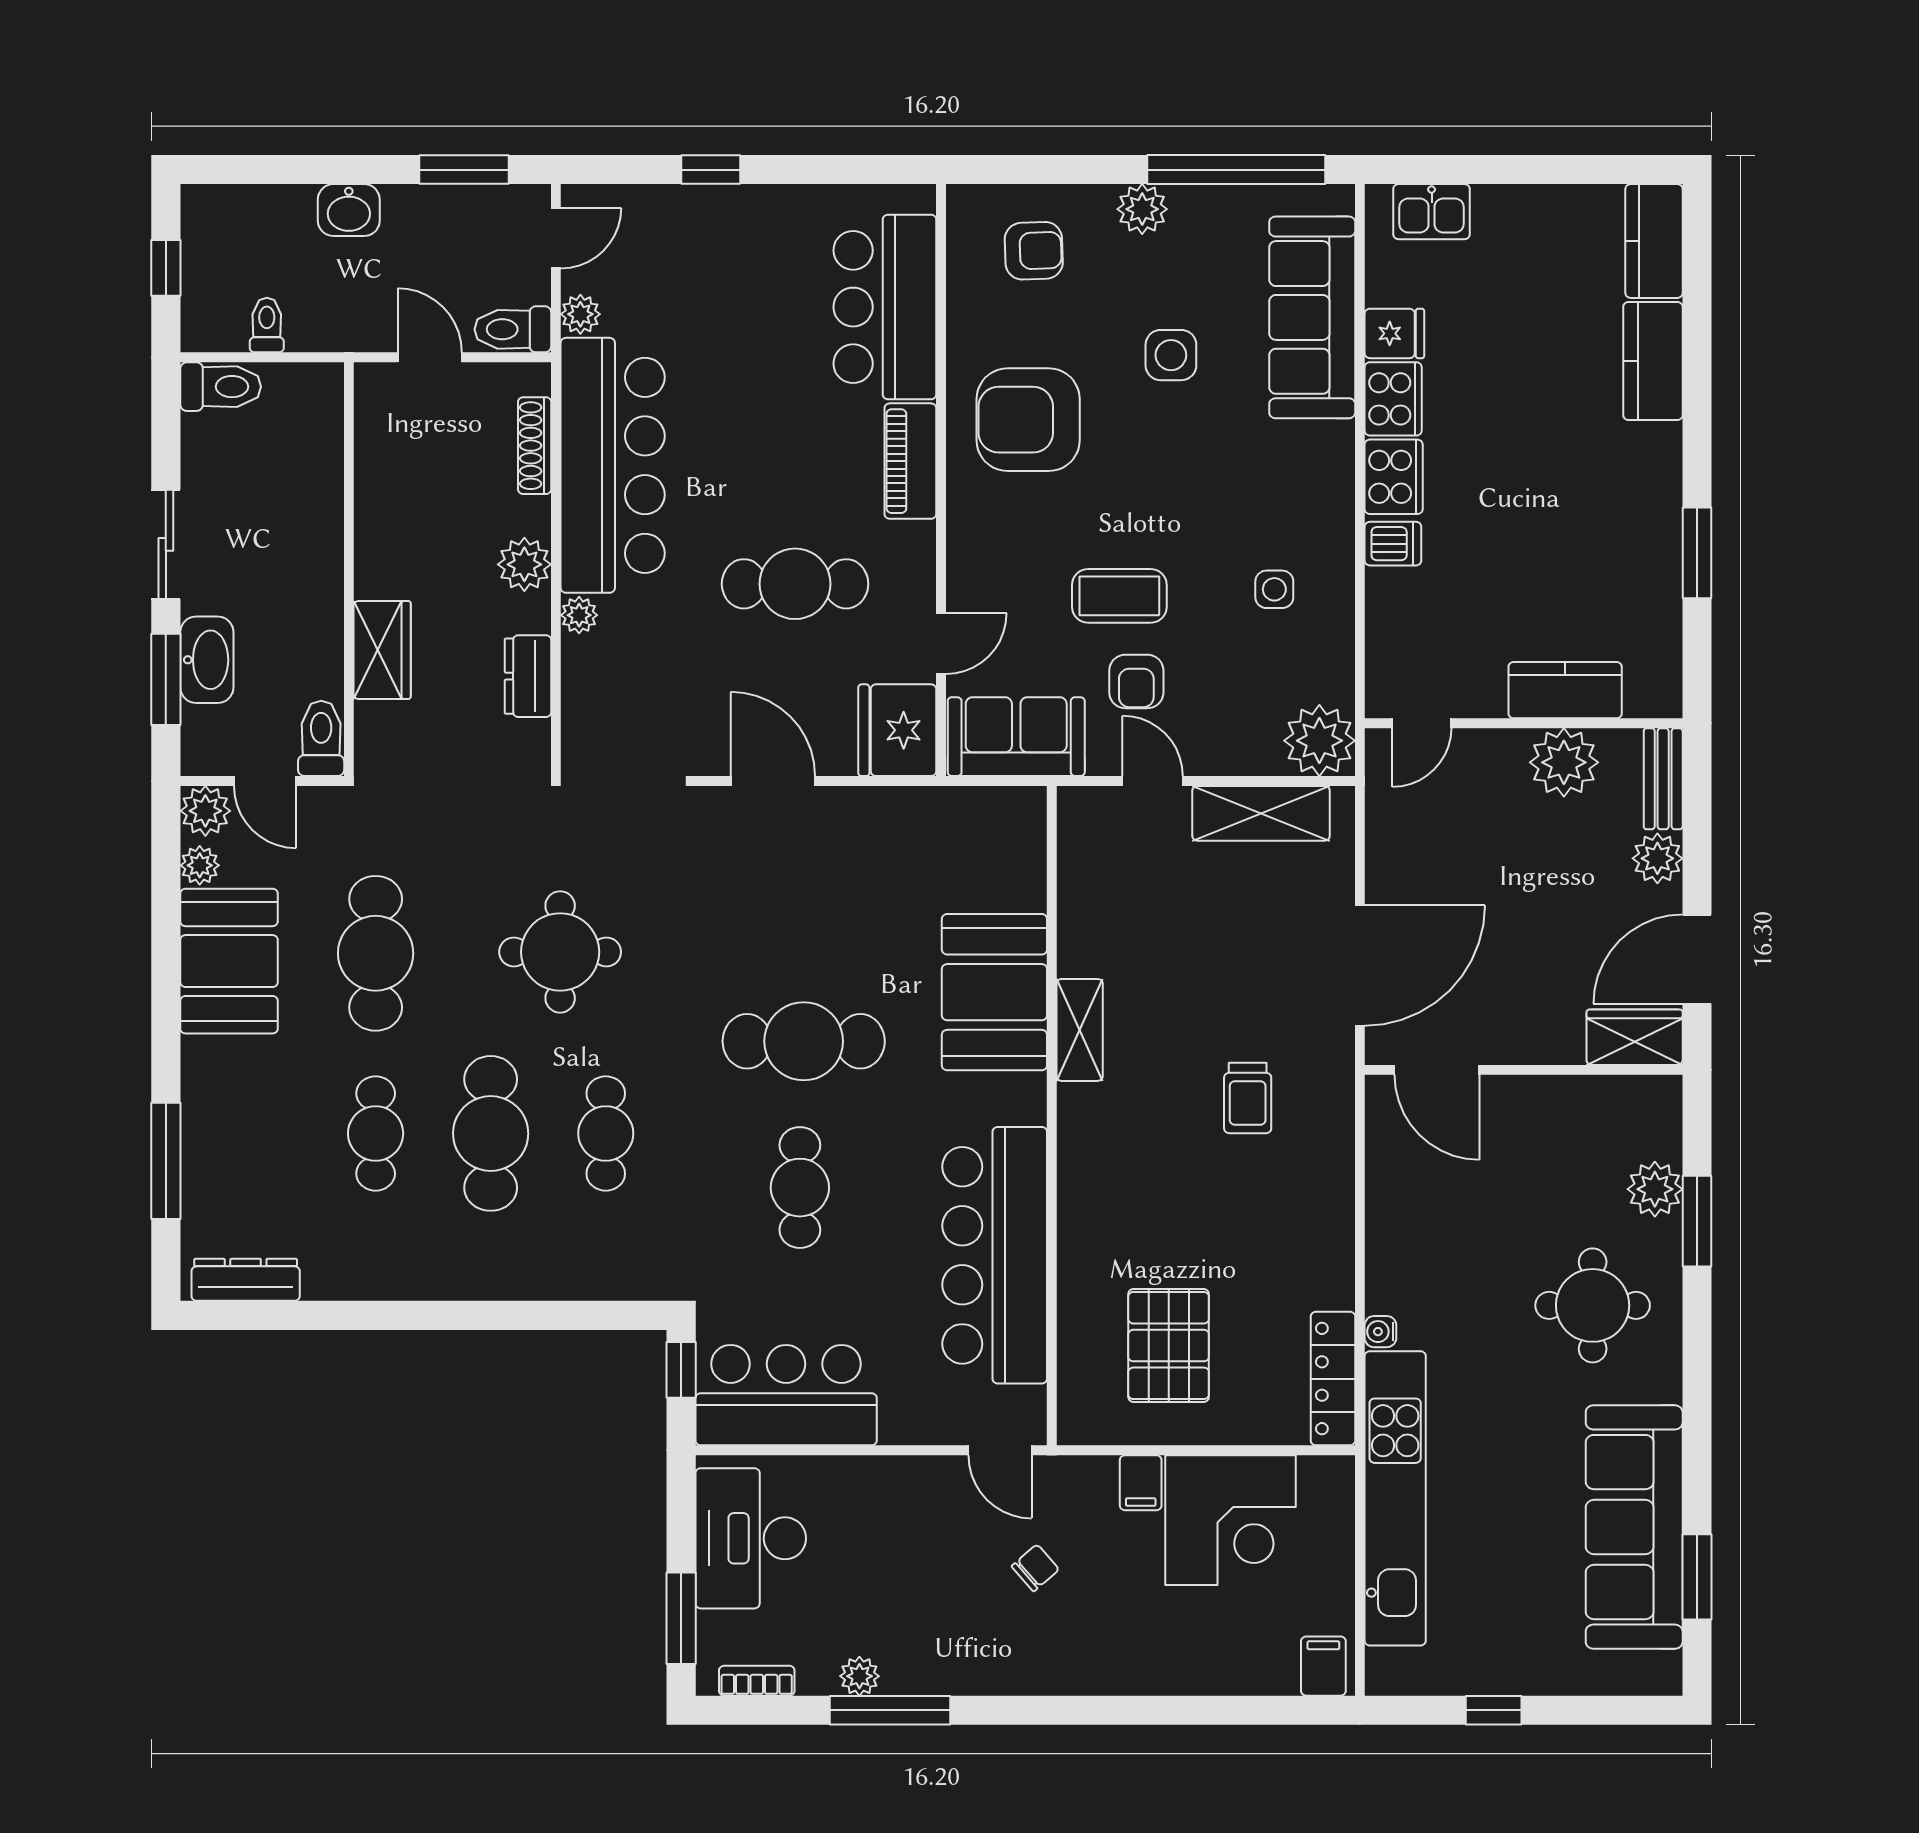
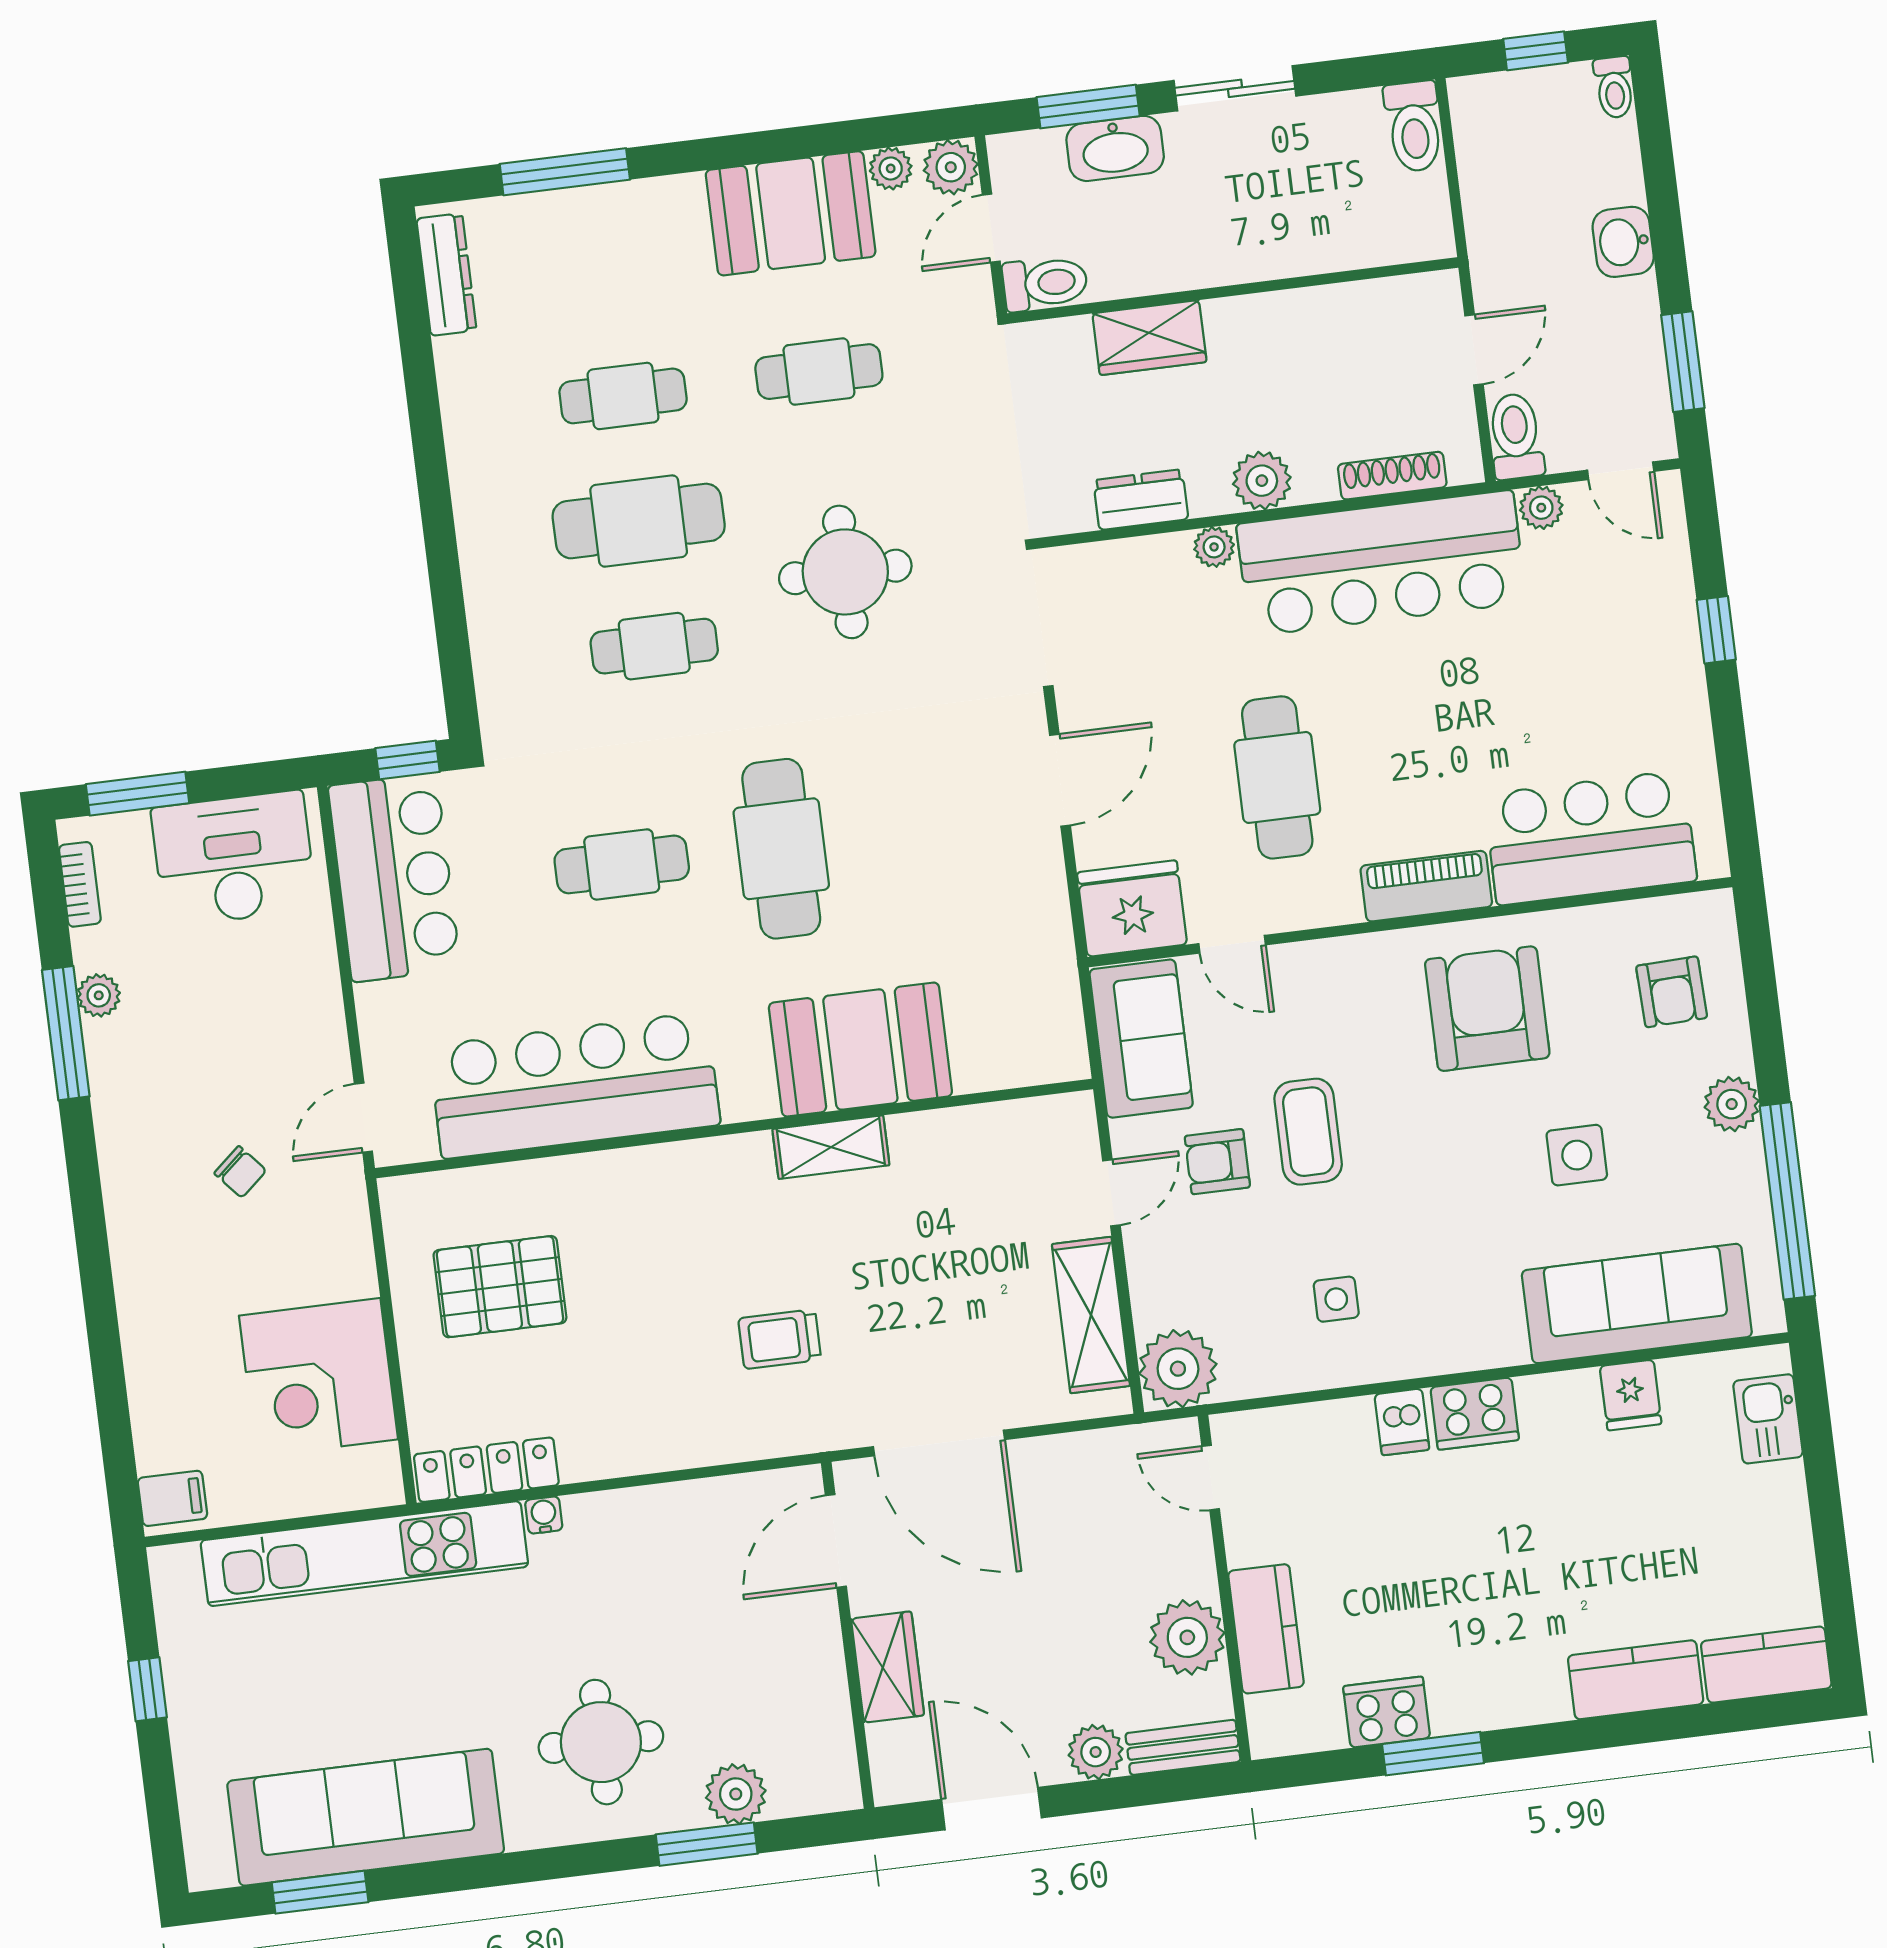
toilet: (267, 325) -> (1614, 87), moved, turned 90
cooker: (1393, 399) -> (1387, 1712), moved, turned 180
cafe table: (376, 953) -> (819, 372), width x0.73, depth x0.74
wardrobe: (1635, 1037) -> (888, 1667), moved
filing cabinet: (1141, 1483) -> (347, 1275), removed

